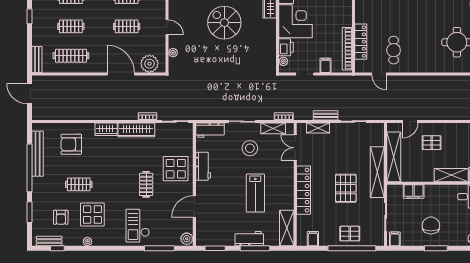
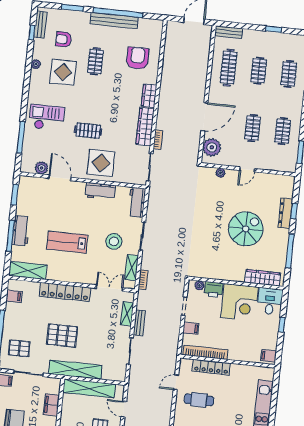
bench: (38, 154) -> (114, 21), moved
pallet: (350, 234) -> (19, 348), moved, turned 90
plant: (187, 239) -> (42, 168), moved

